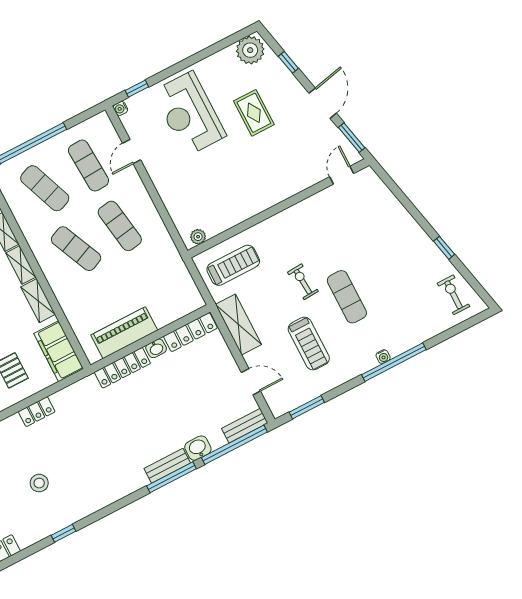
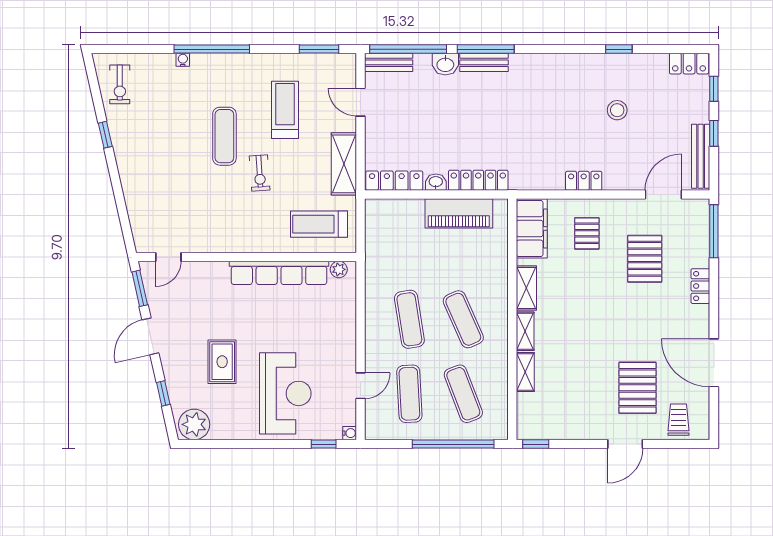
row of seats: (245, 209) -> (279, 273), added
water cooler: (383, 357) -> (183, 60), moved

